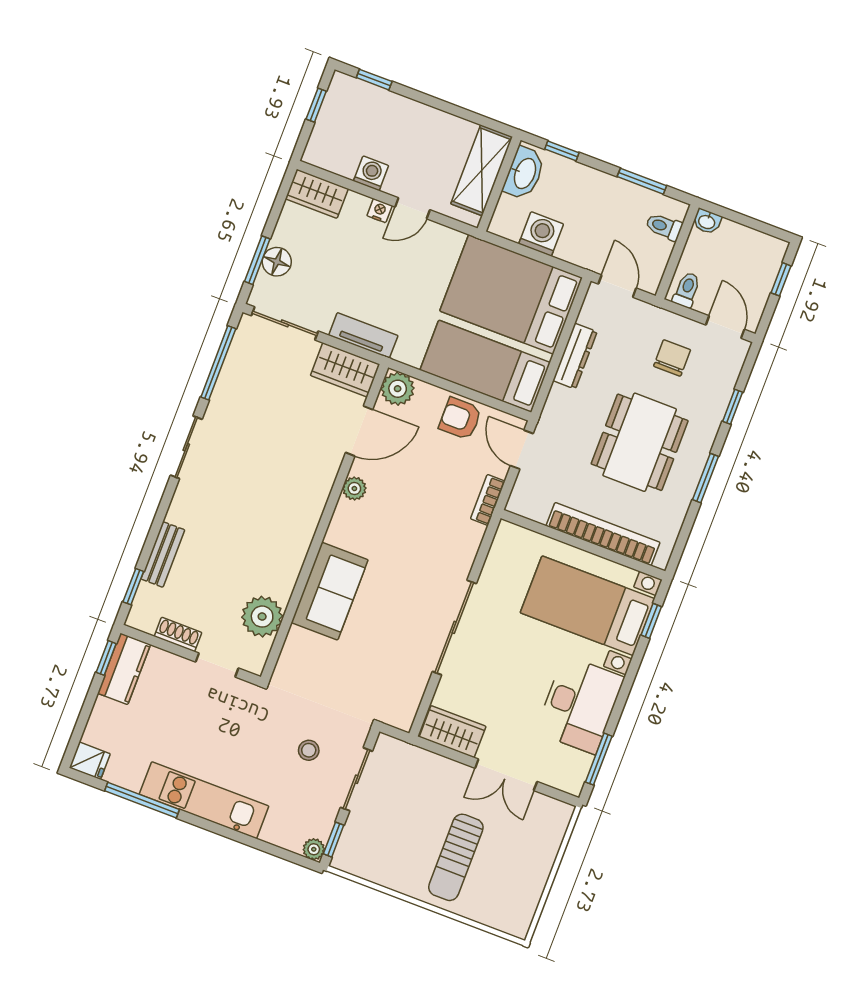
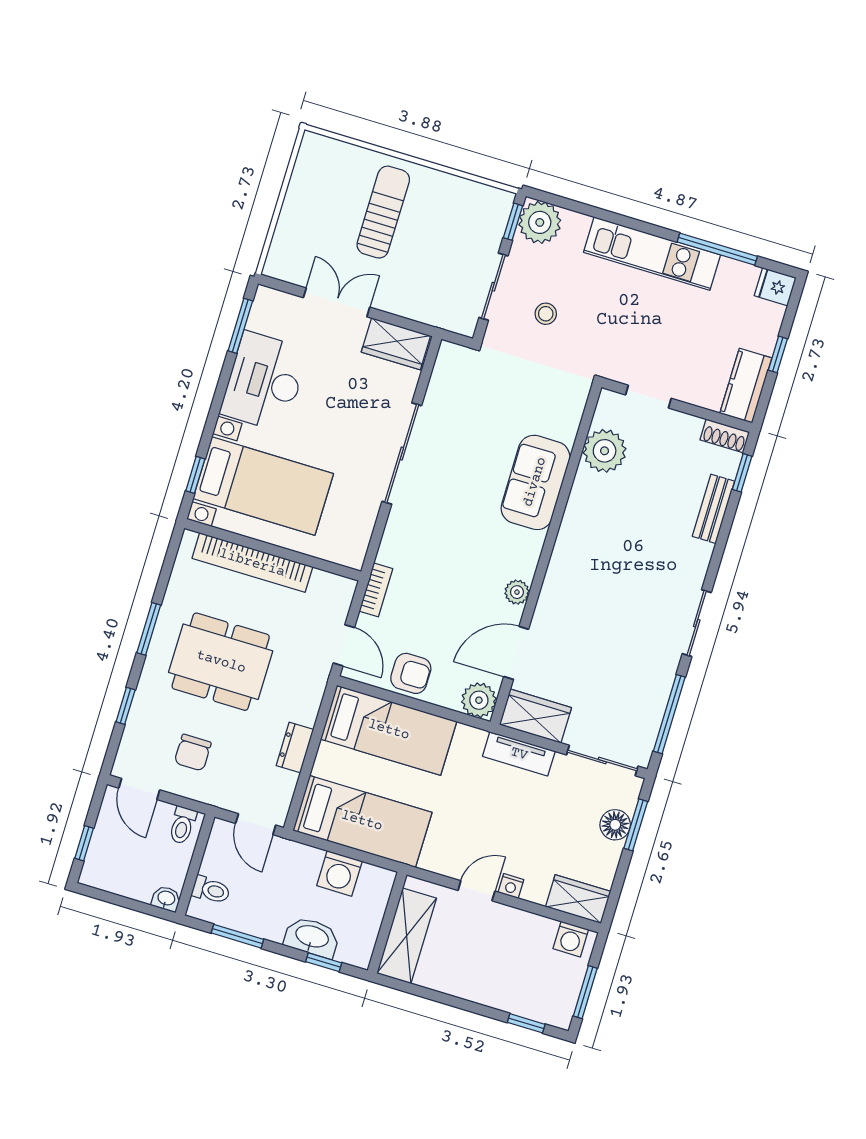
window: (316, 105) -> (585, 992), width x1.50
washing machine: (371, 173) -> (571, 939), moved
washbasin: (524, 173) -> (312, 937), moved, turned 90
bed: (511, 294) -> (362, 821), width x0.67
dresser: (575, 356) -> (295, 748), width x0.70
dining table: (640, 442) -> (221, 662), turned 90
shoe rack: (178, 634) -> (725, 436), moved
window: (106, 658) -> (778, 354), moved
plant: (314, 849) -> (540, 222), width x1.88, depth x1.88

